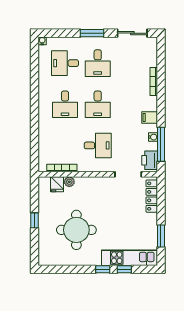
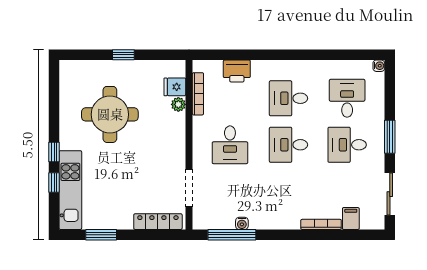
filing cabinet: (150, 117) -> (351, 219), moved
printer: (150, 160) -> (237, 71), moved, turned 180

